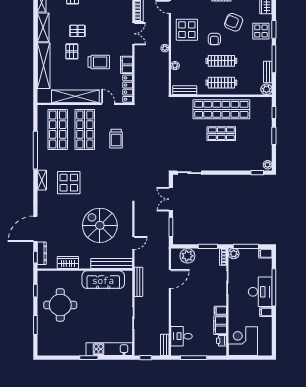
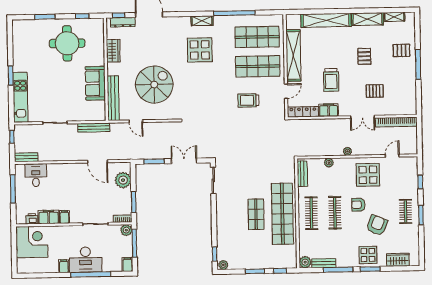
pallet: (72, 51) -> (375, 91), moved
sofa: (103, 280) -> (95, 83), width x0.73

